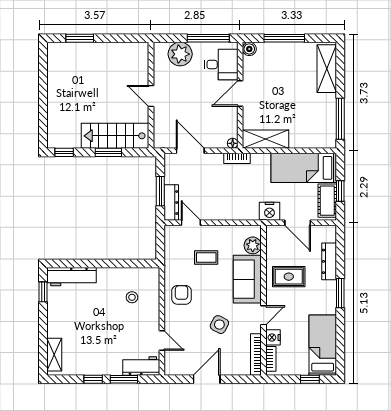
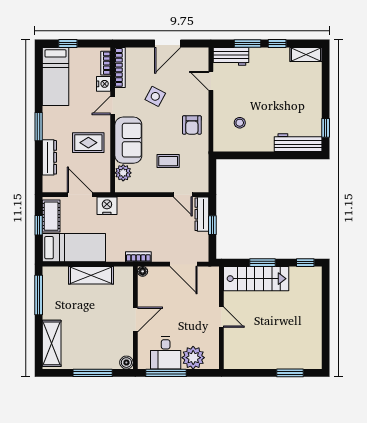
desk: (221, 64) -> (166, 353), moved, turned -90
shelving: (266, 139) -> (91, 275), moved
window: (160, 191) -> (212, 225), width x0.67
shelving: (54, 355) -> (306, 54), moved, turned 90

